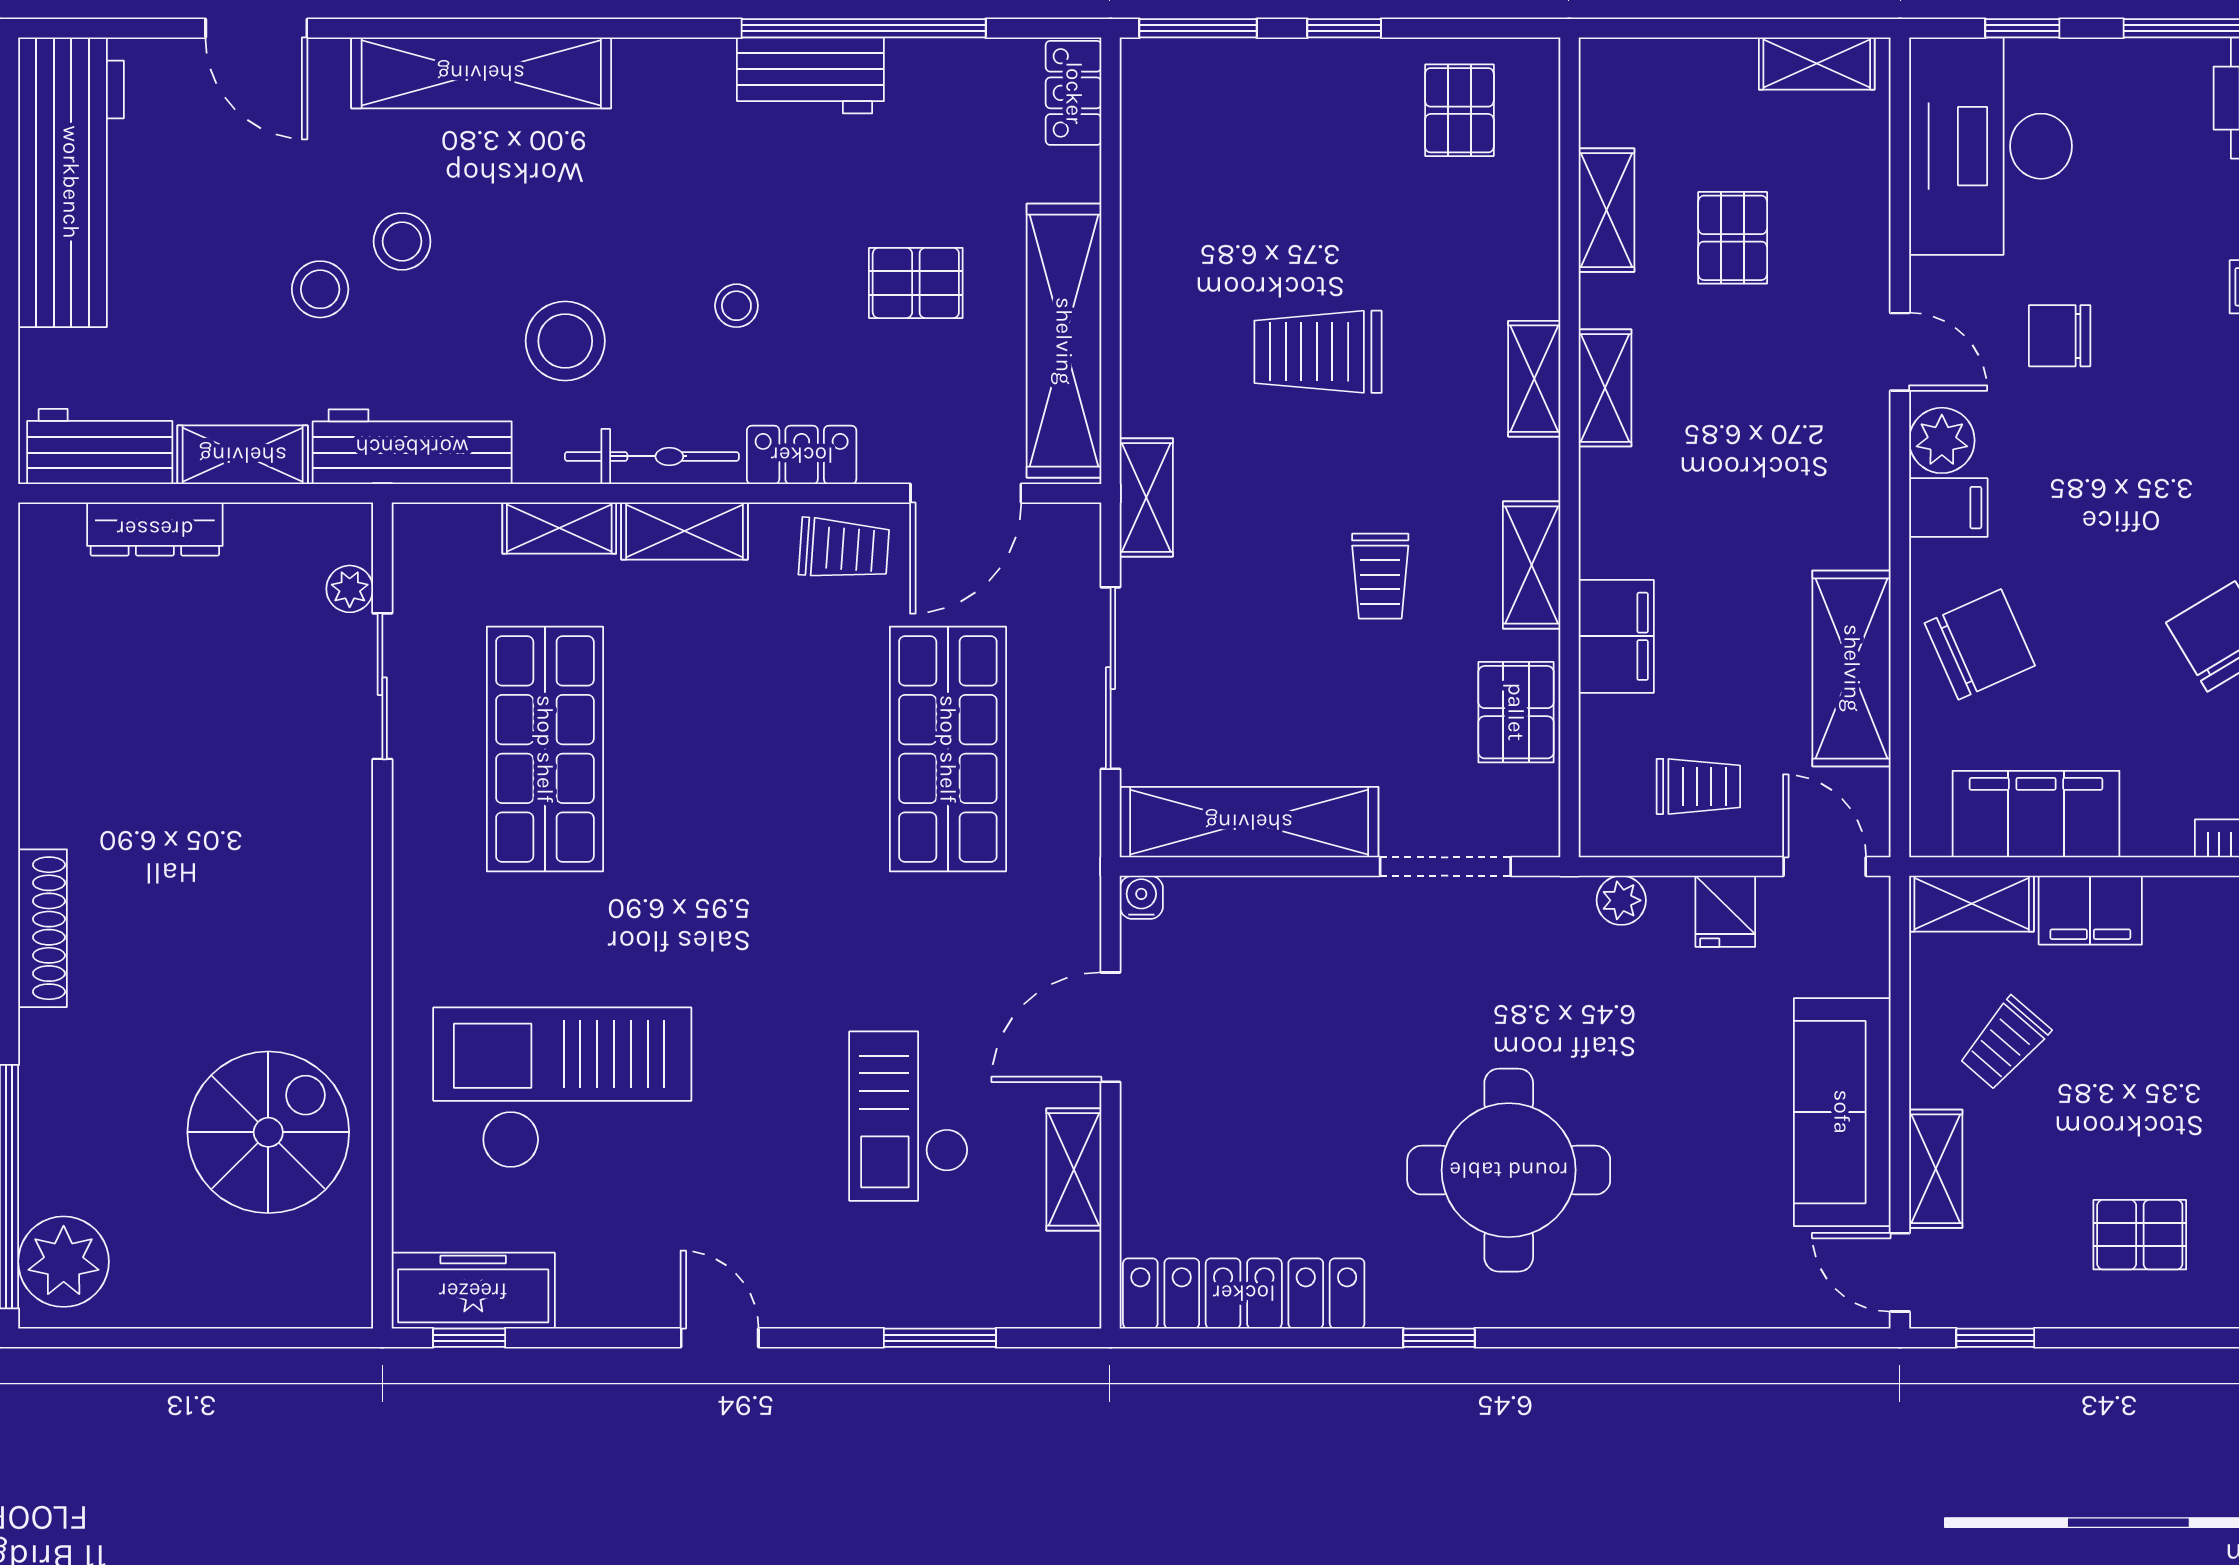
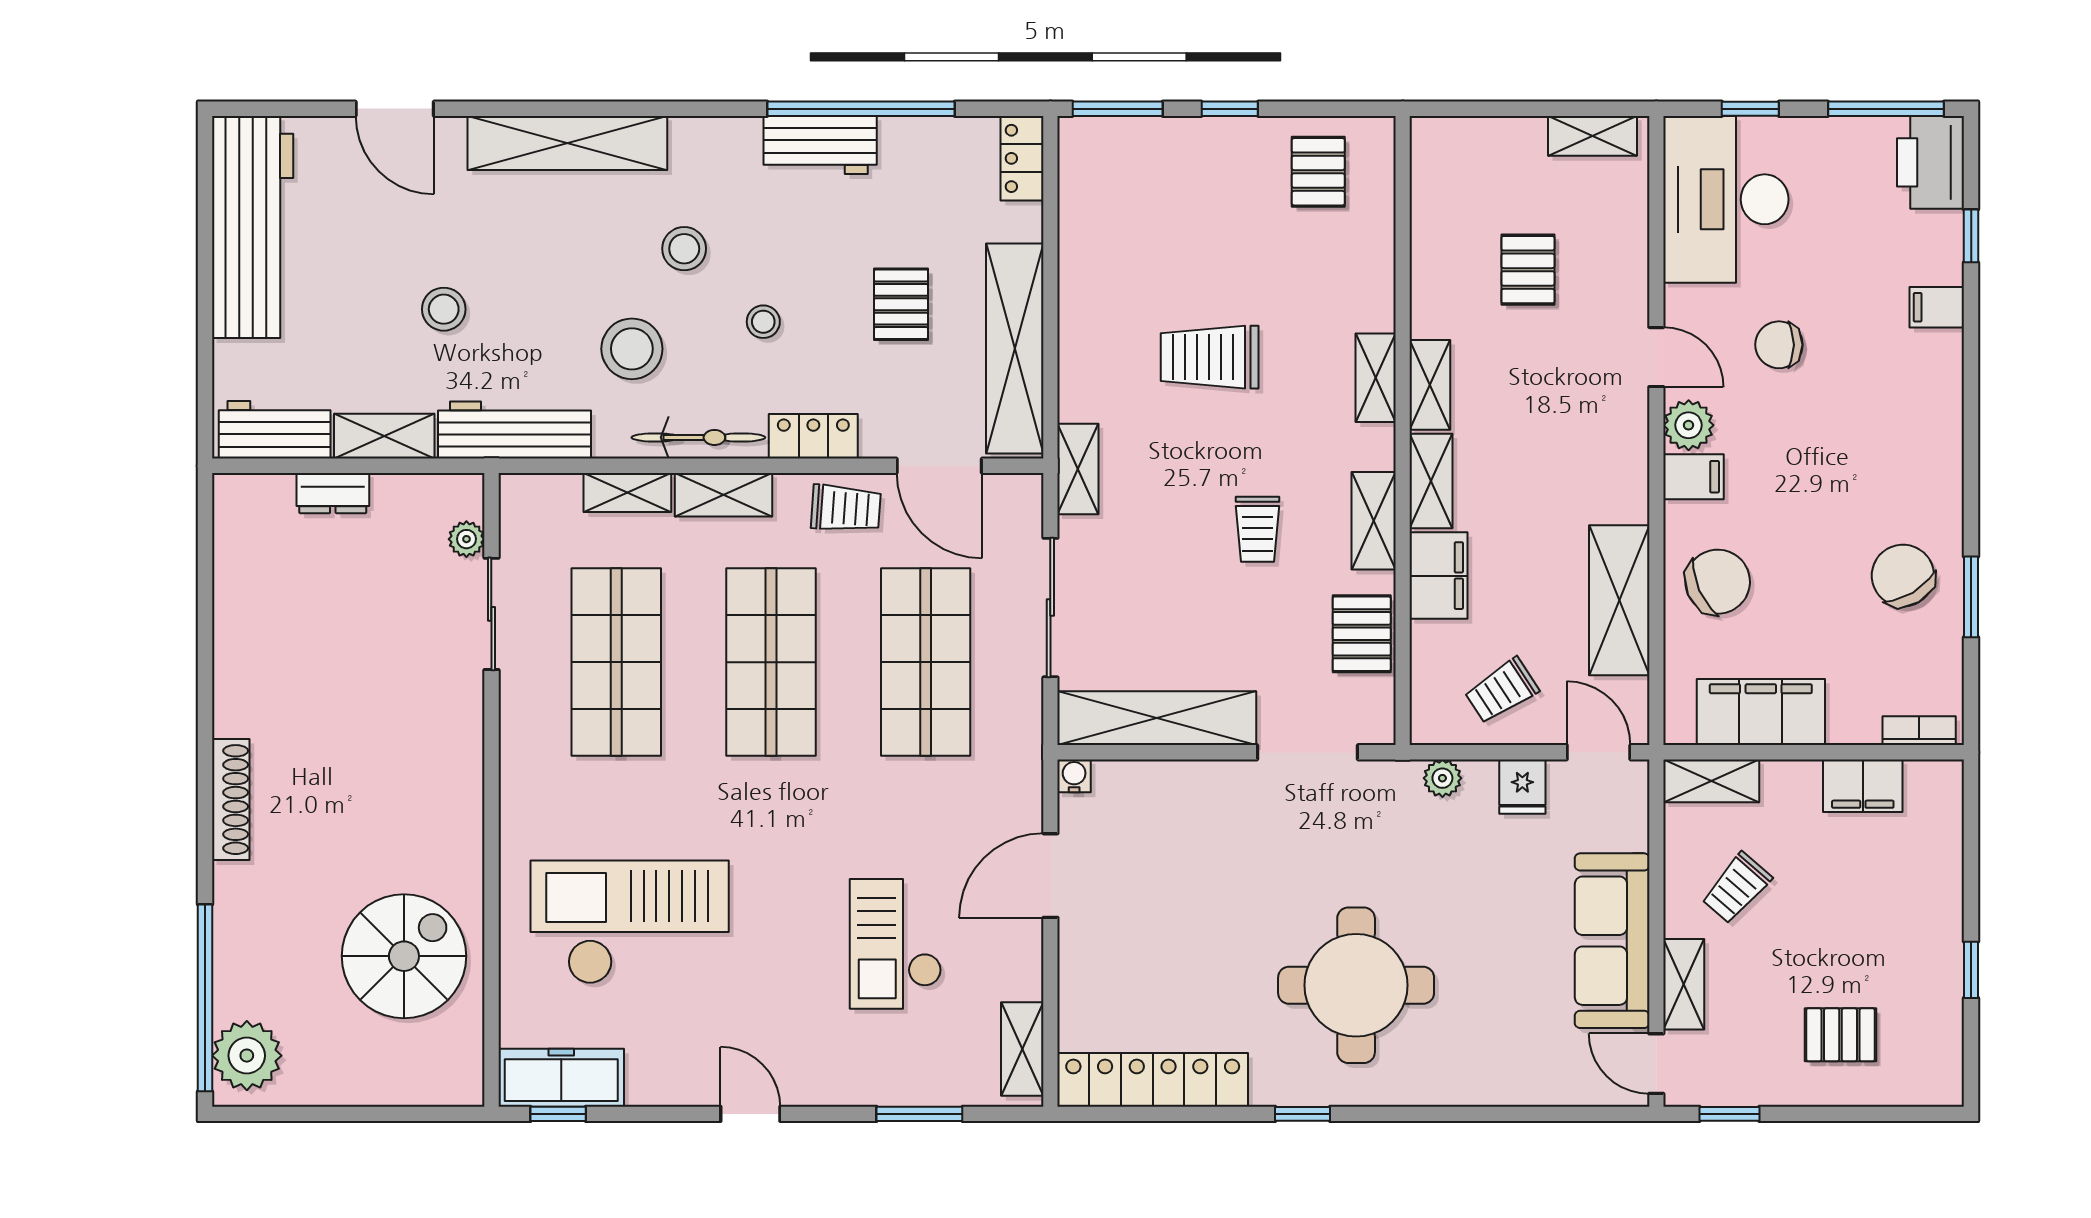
shelving: (1606, 210) -> (1431, 481), moved
stool: (402, 241) -> (684, 249), moved
pallet: (916, 283) -> (901, 304), turned 90
door: (966, 493) -> (939, 466), hinge flipped
dresser: (155, 529) -> (333, 493), width x0.70
shop shelf: (746, 749) -> (771, 662), added
trolley: (1698, 786) -> (1502, 691), turned 147
filing cabinet: (2090, 910) -> (1863, 786), moved
shelving: (1074, 1169) -> (1022, 1049), moved

